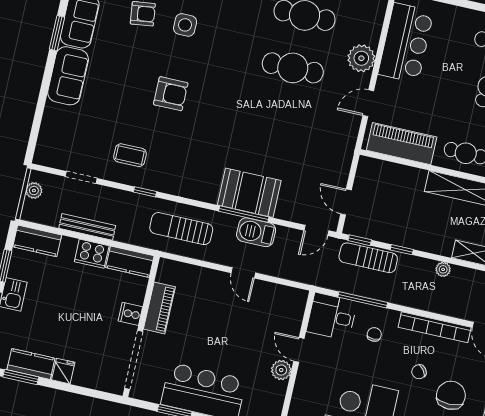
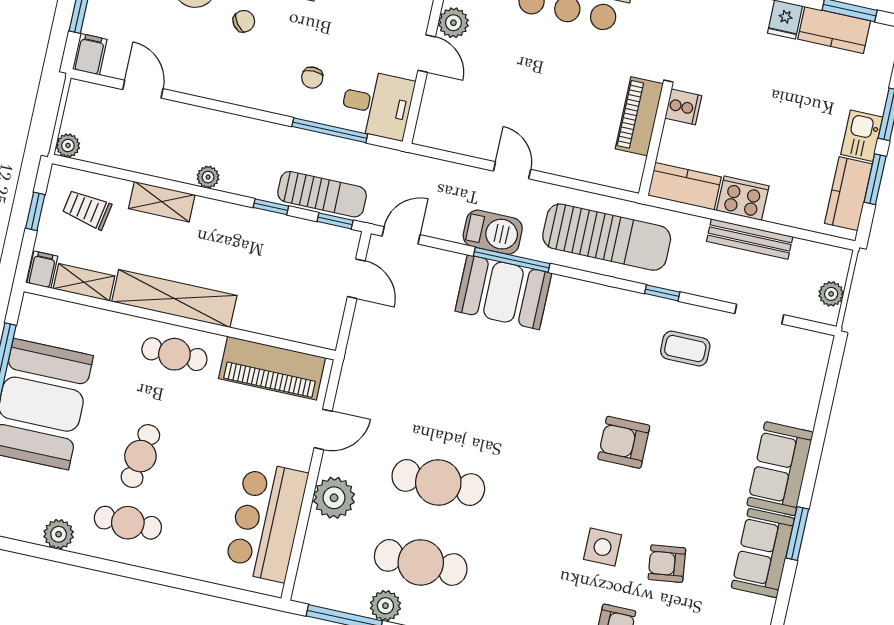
sun lounger: (181, 229) -> (607, 237), width x1.36, depth x1.34
kitchen counter: (37, 241) -> (848, 194), moved, turned -90
bookcase: (435, 327) -> (220, 89), removed

